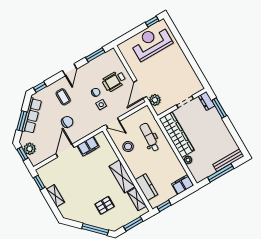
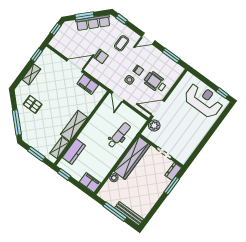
stool: (128, 147) -> (103, 120), removed
plant: (30, 149) -> (63, 34), removed
pallet: (105, 205) -> (33, 104), moved

